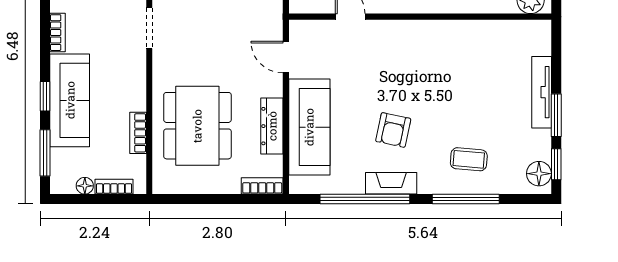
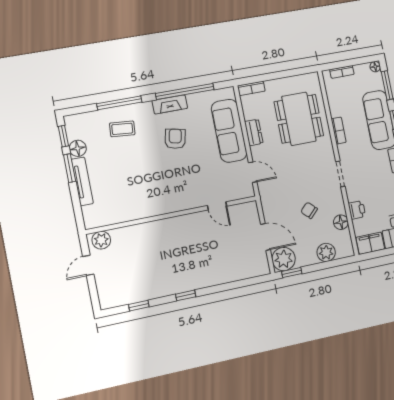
dresser: (272, 126) -> (254, 132), width x0.70
bookcase: (138, 133) -> (339, 131), moved
floor lamp: (539, 174) -> (78, 148), moved
floor lamp: (85, 186) -> (375, 67), moved

